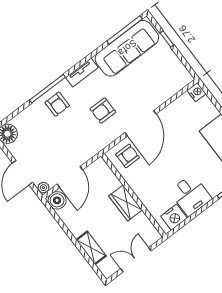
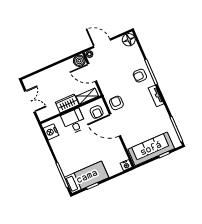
sofa: (127, 48) -> (151, 149), moved, turned 90
armchair: (103, 111) -> (116, 103), moved
desk: (190, 195) -> (74, 121), moved, turned 90
shelving: (91, 248) -> (87, 96), moved

